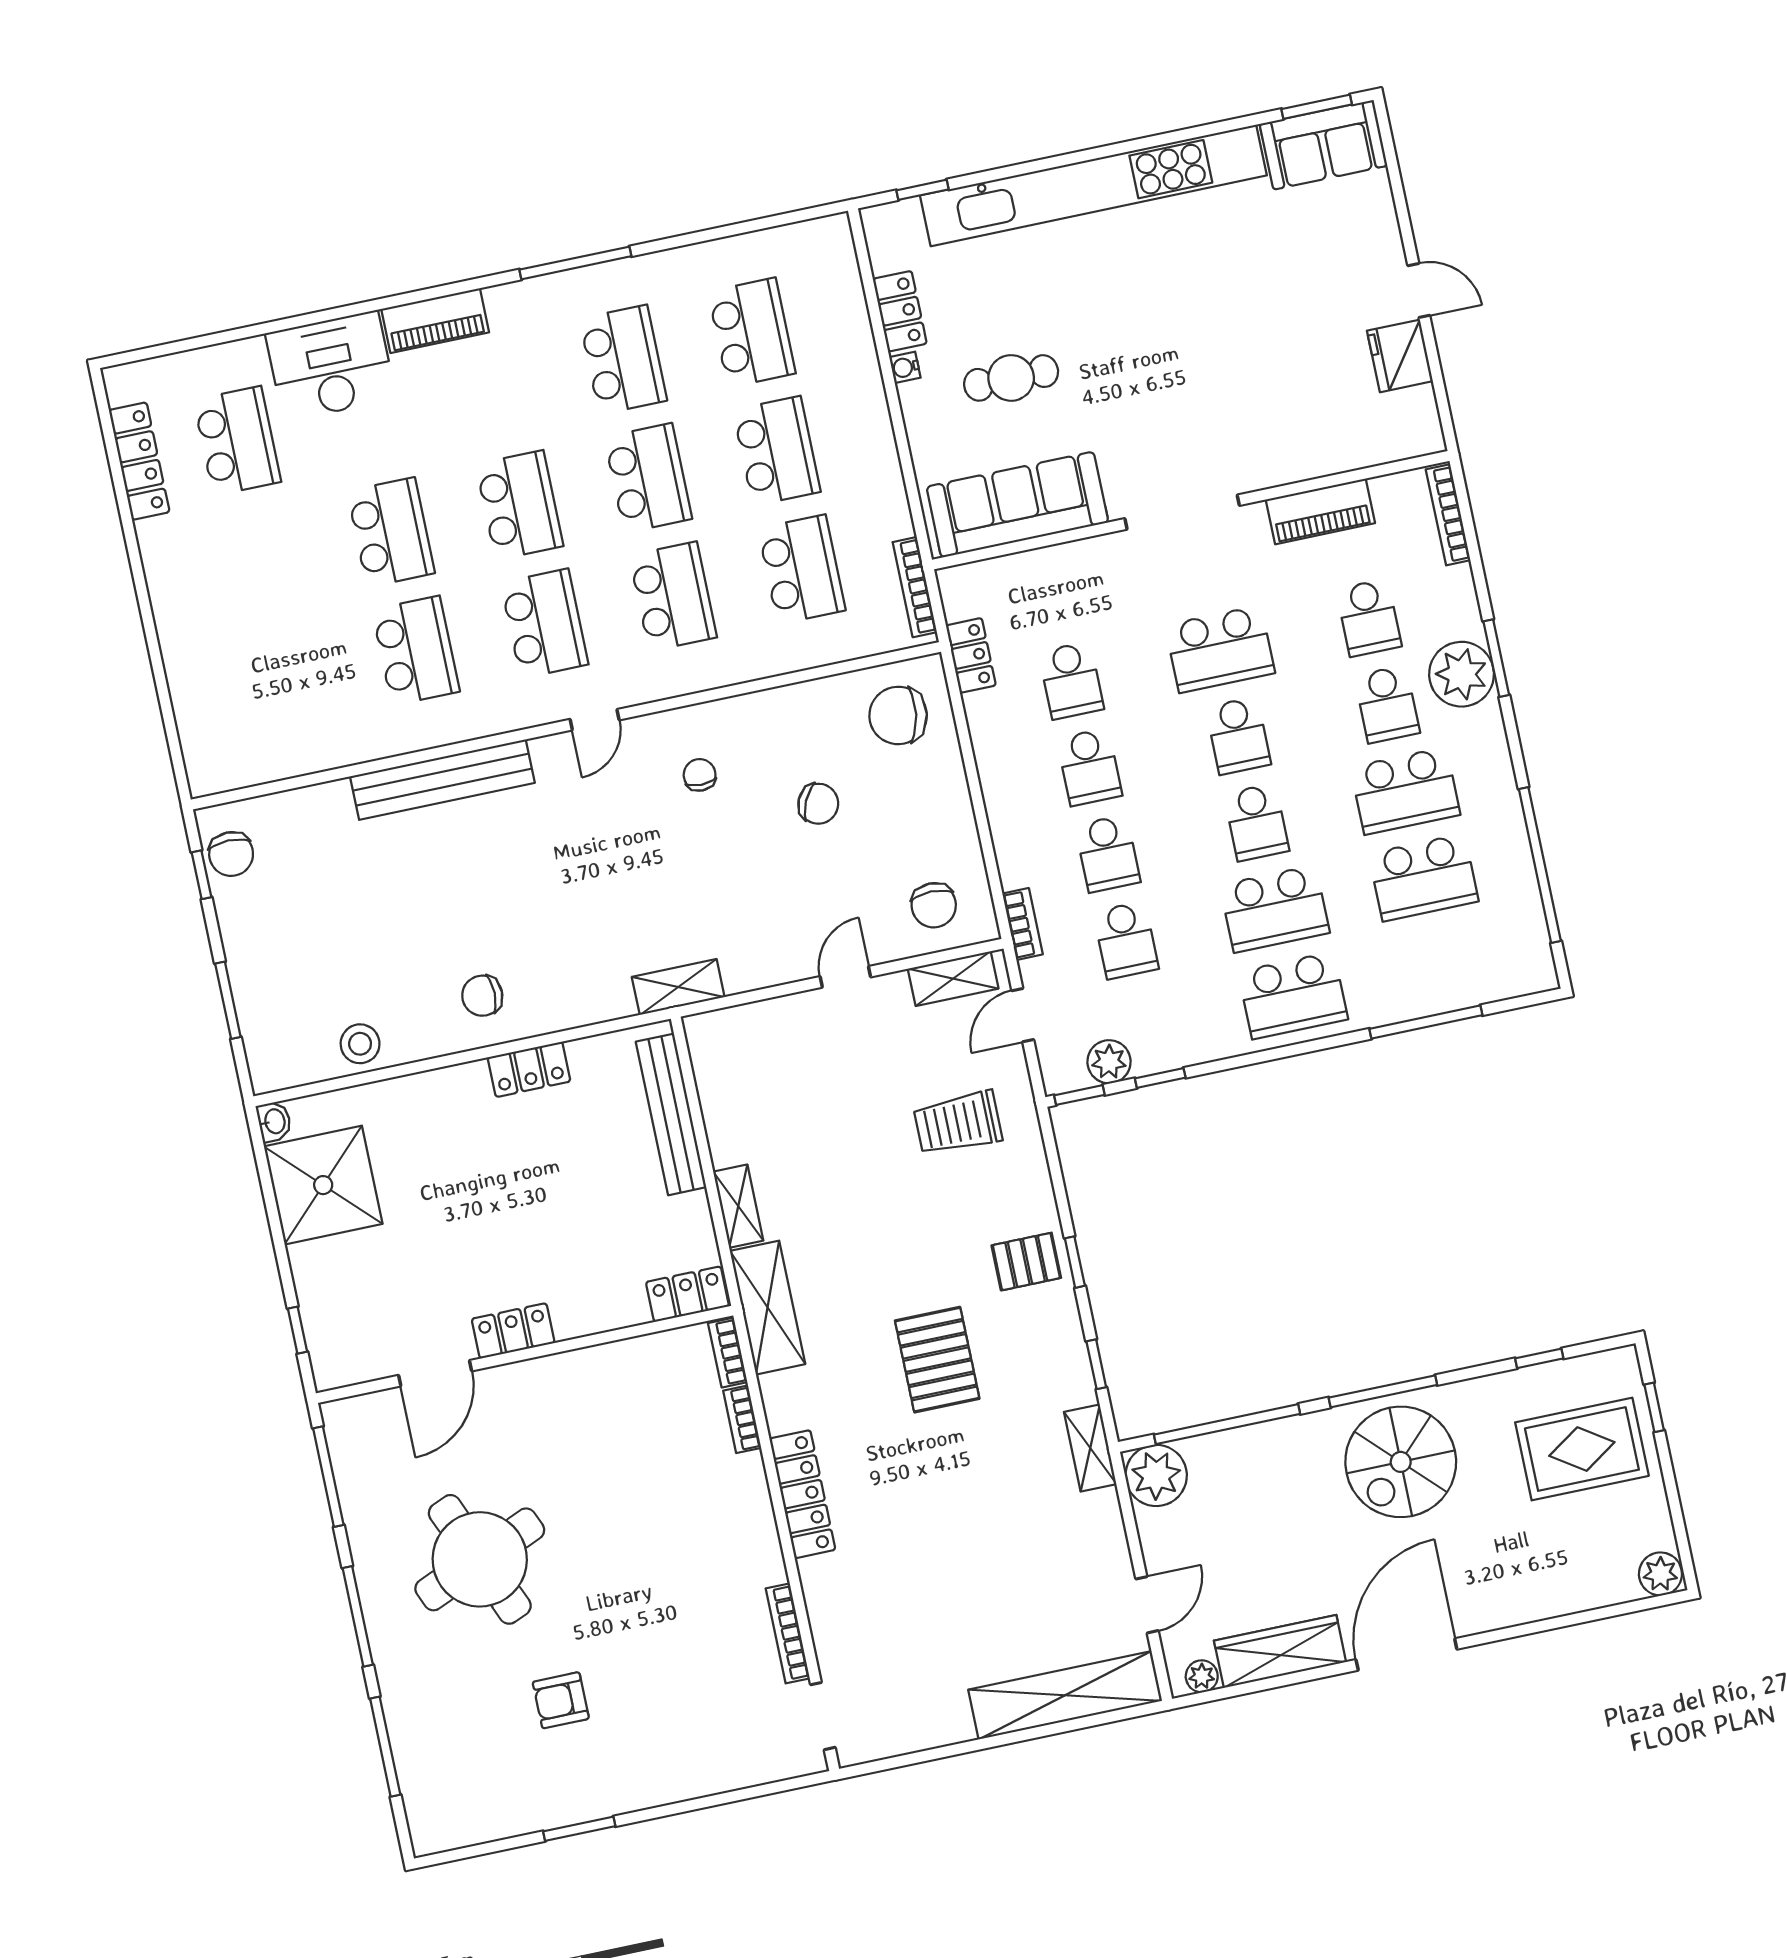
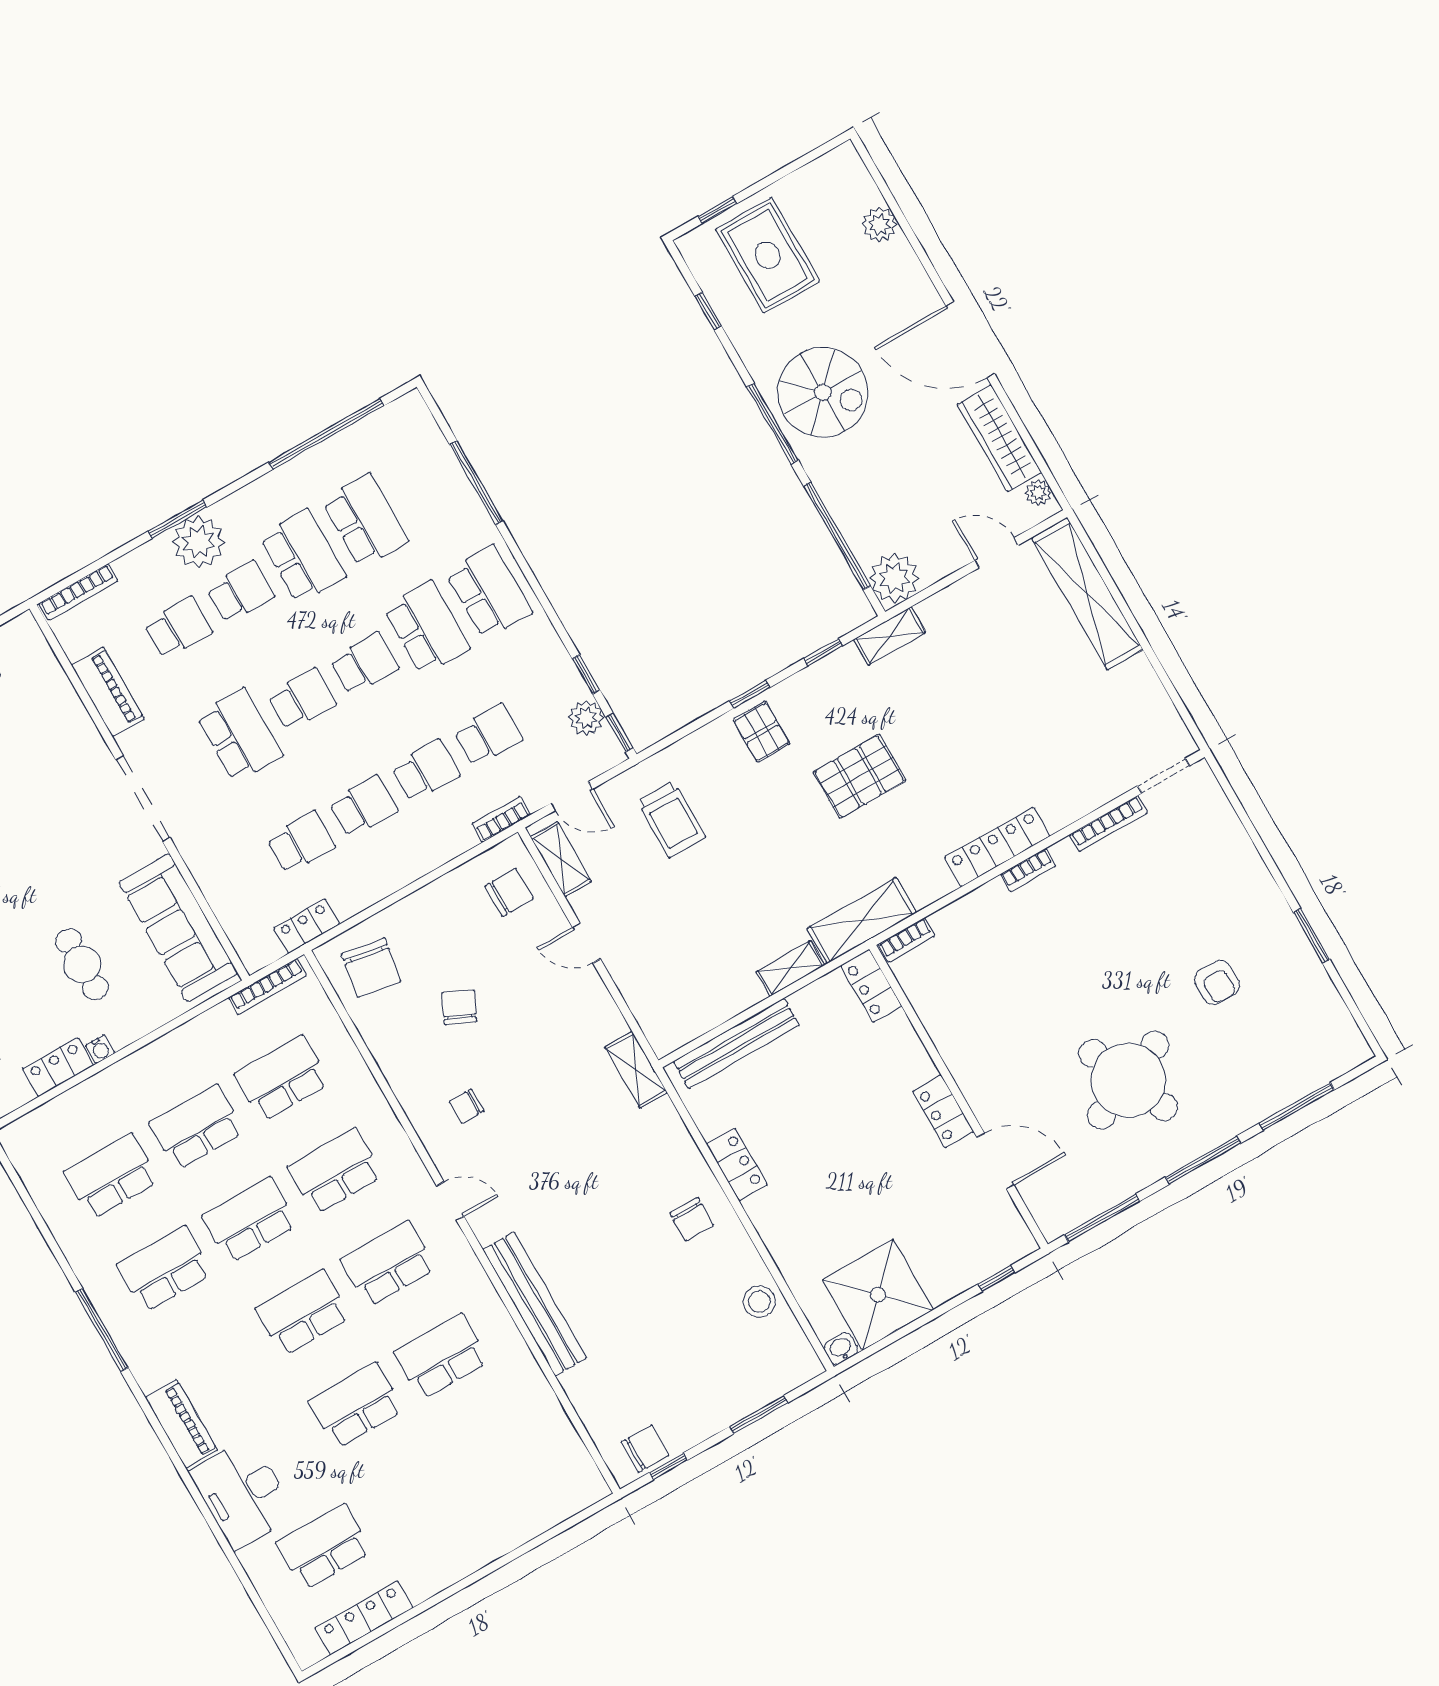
bookcase: (742, 1419) -> (1028, 870), moved
plant: (1660, 1574) -> (880, 225), moved

